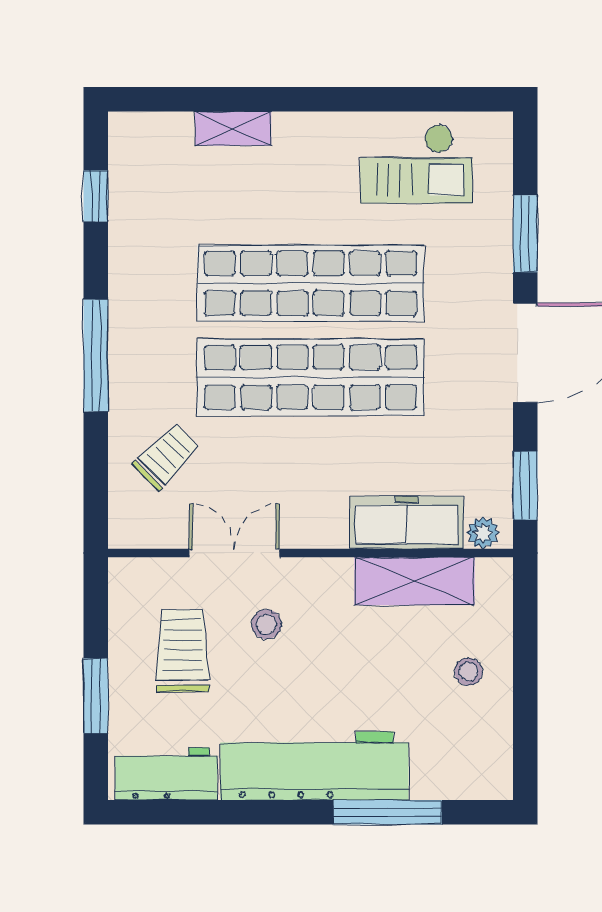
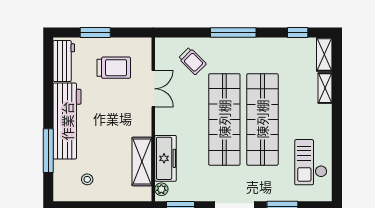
shelving: (150, 130) -> (324, 54), added
stool: (267, 624) -> (124, 102), removed
stool: (468, 672) -> (87, 179), moved

